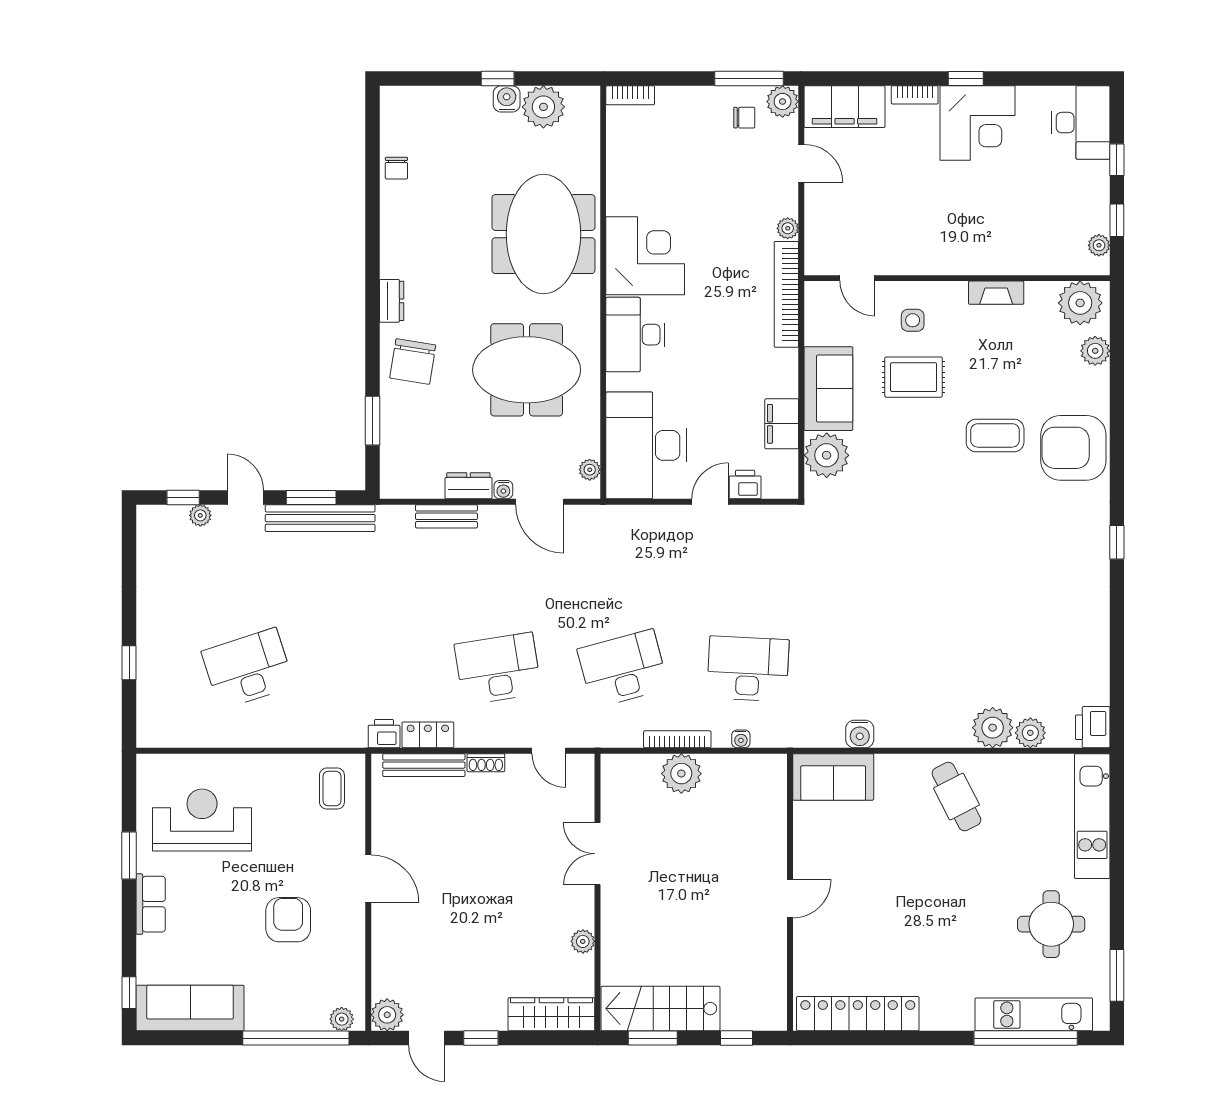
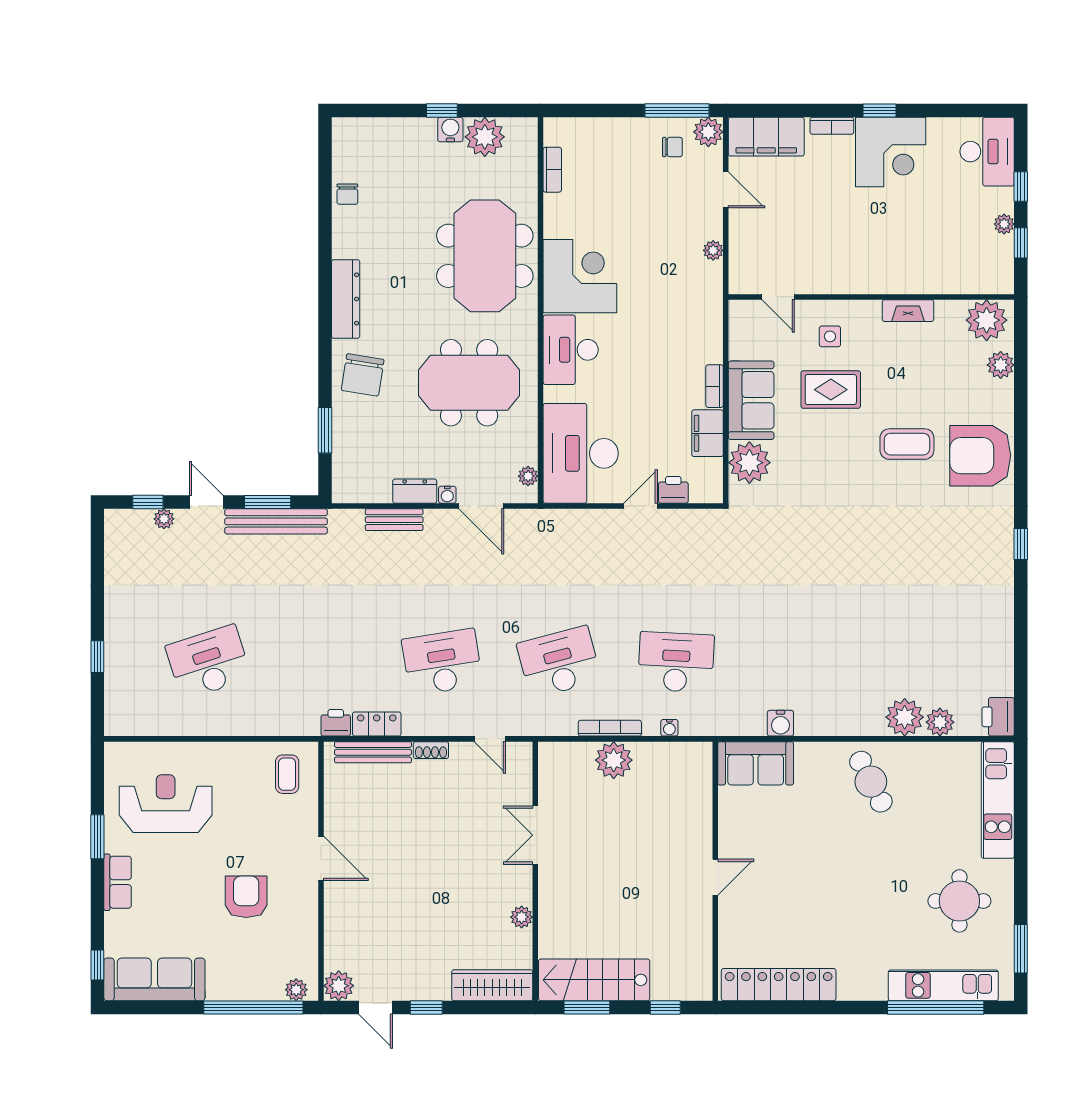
bookcase: (630, 95) -> (552, 170), moved, turned -90
plant: (1099, 245) -> (1004, 224), moved
bookcase: (786, 294) -> (715, 386), moved, width x0.43, depth x0.76
dresser: (392, 301) -> (346, 299), width x1.96, depth x1.24

